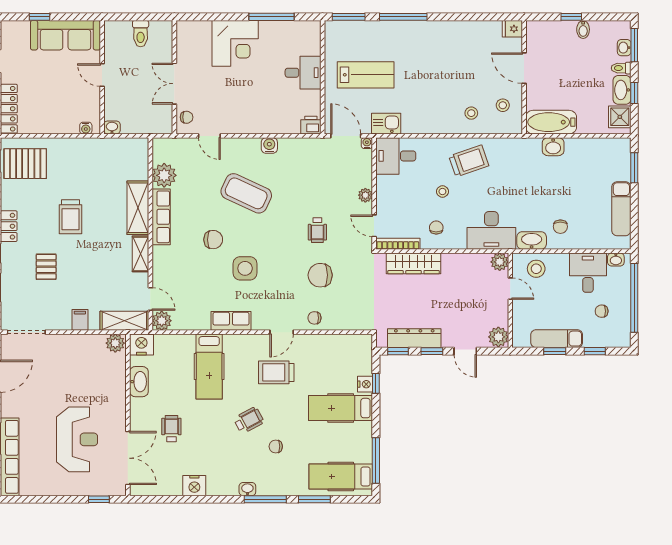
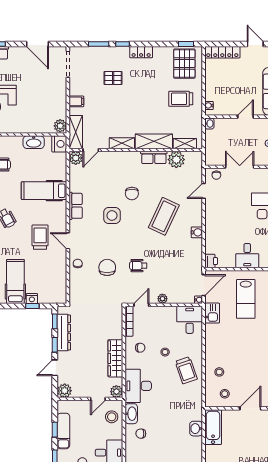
shelving: (141, 163) -> (185, 144), added
trolley: (71, 217) -> (181, 99), moved
row of seats: (161, 217) -> (154, 157), width x0.68
wardrobe: (414, 263) -> (115, 358), moved

